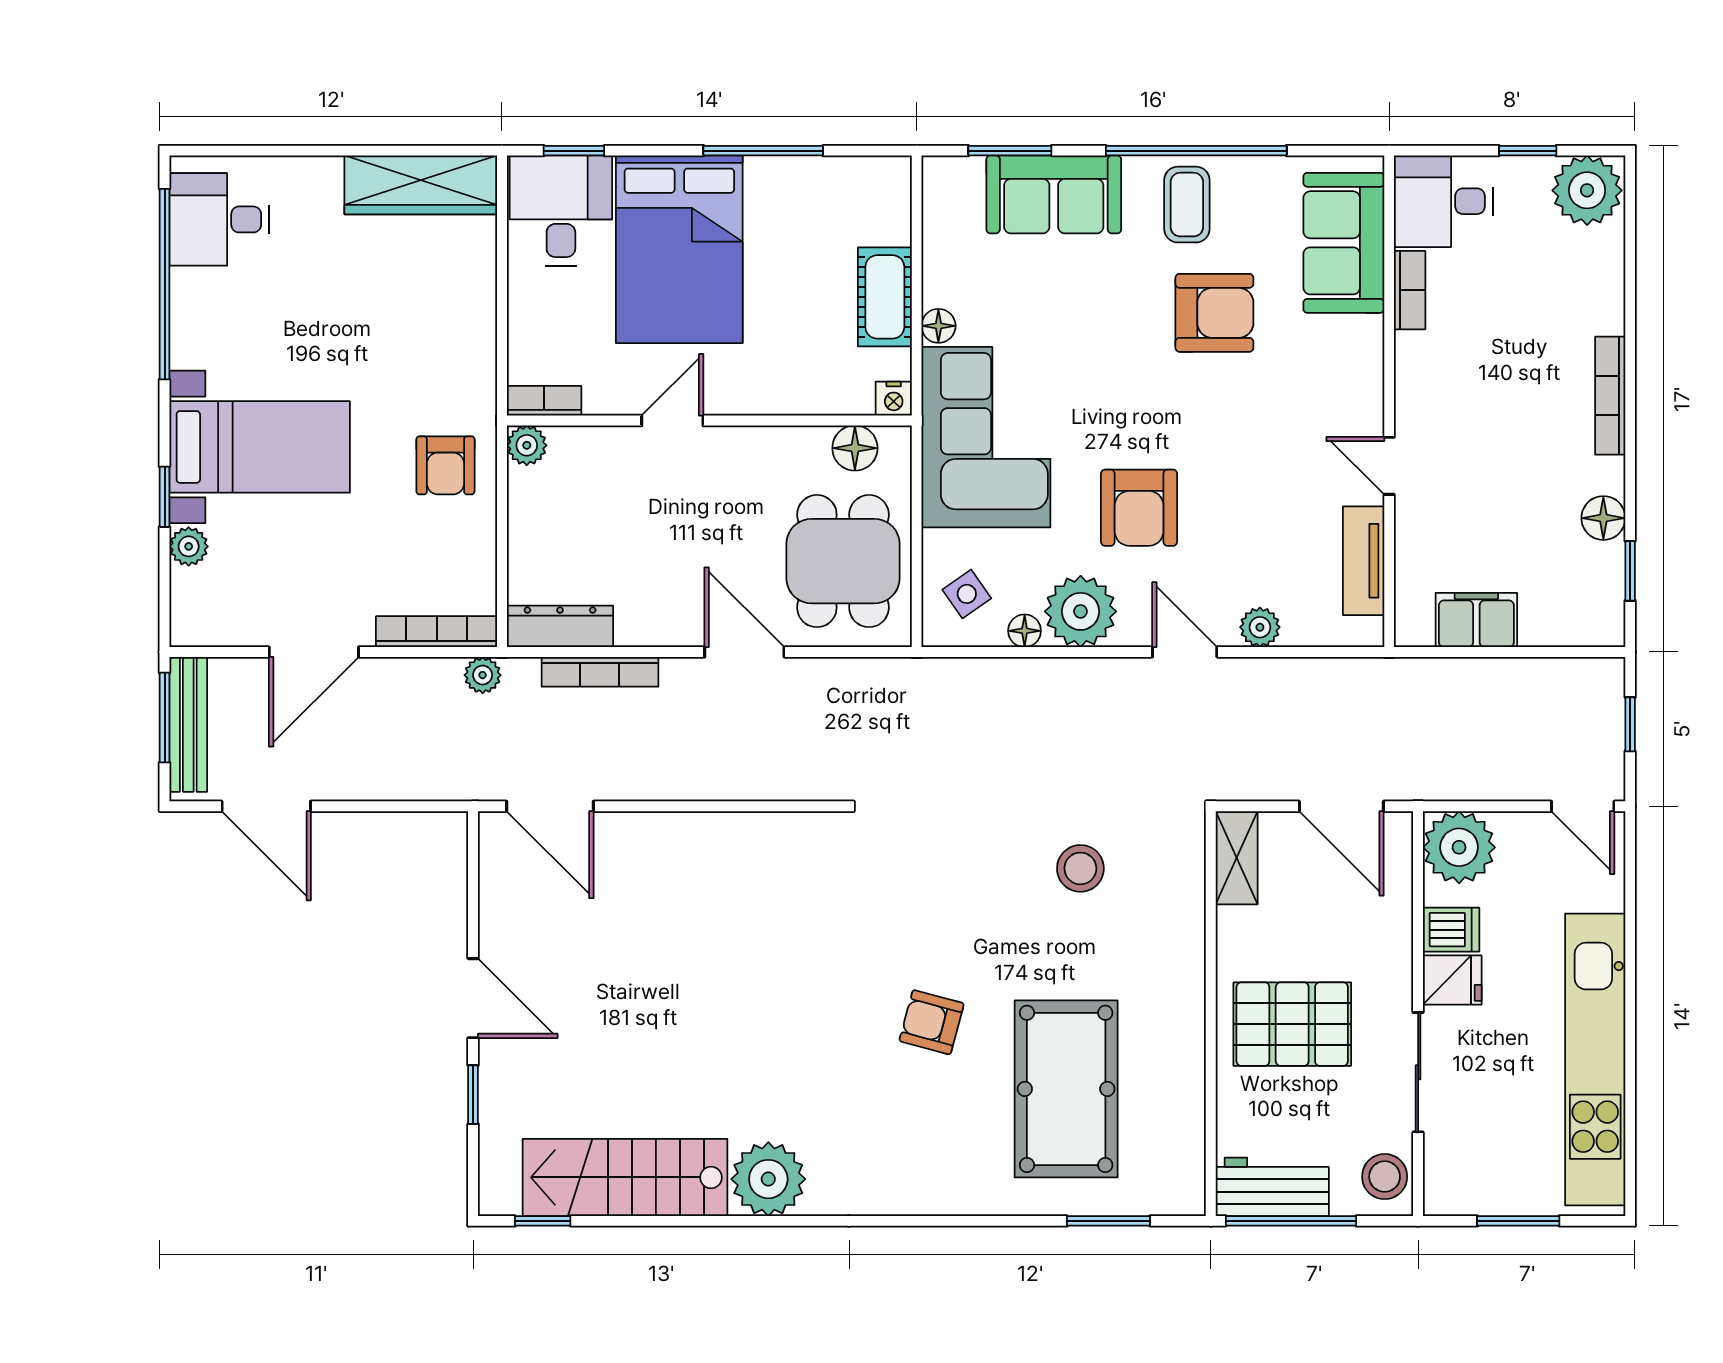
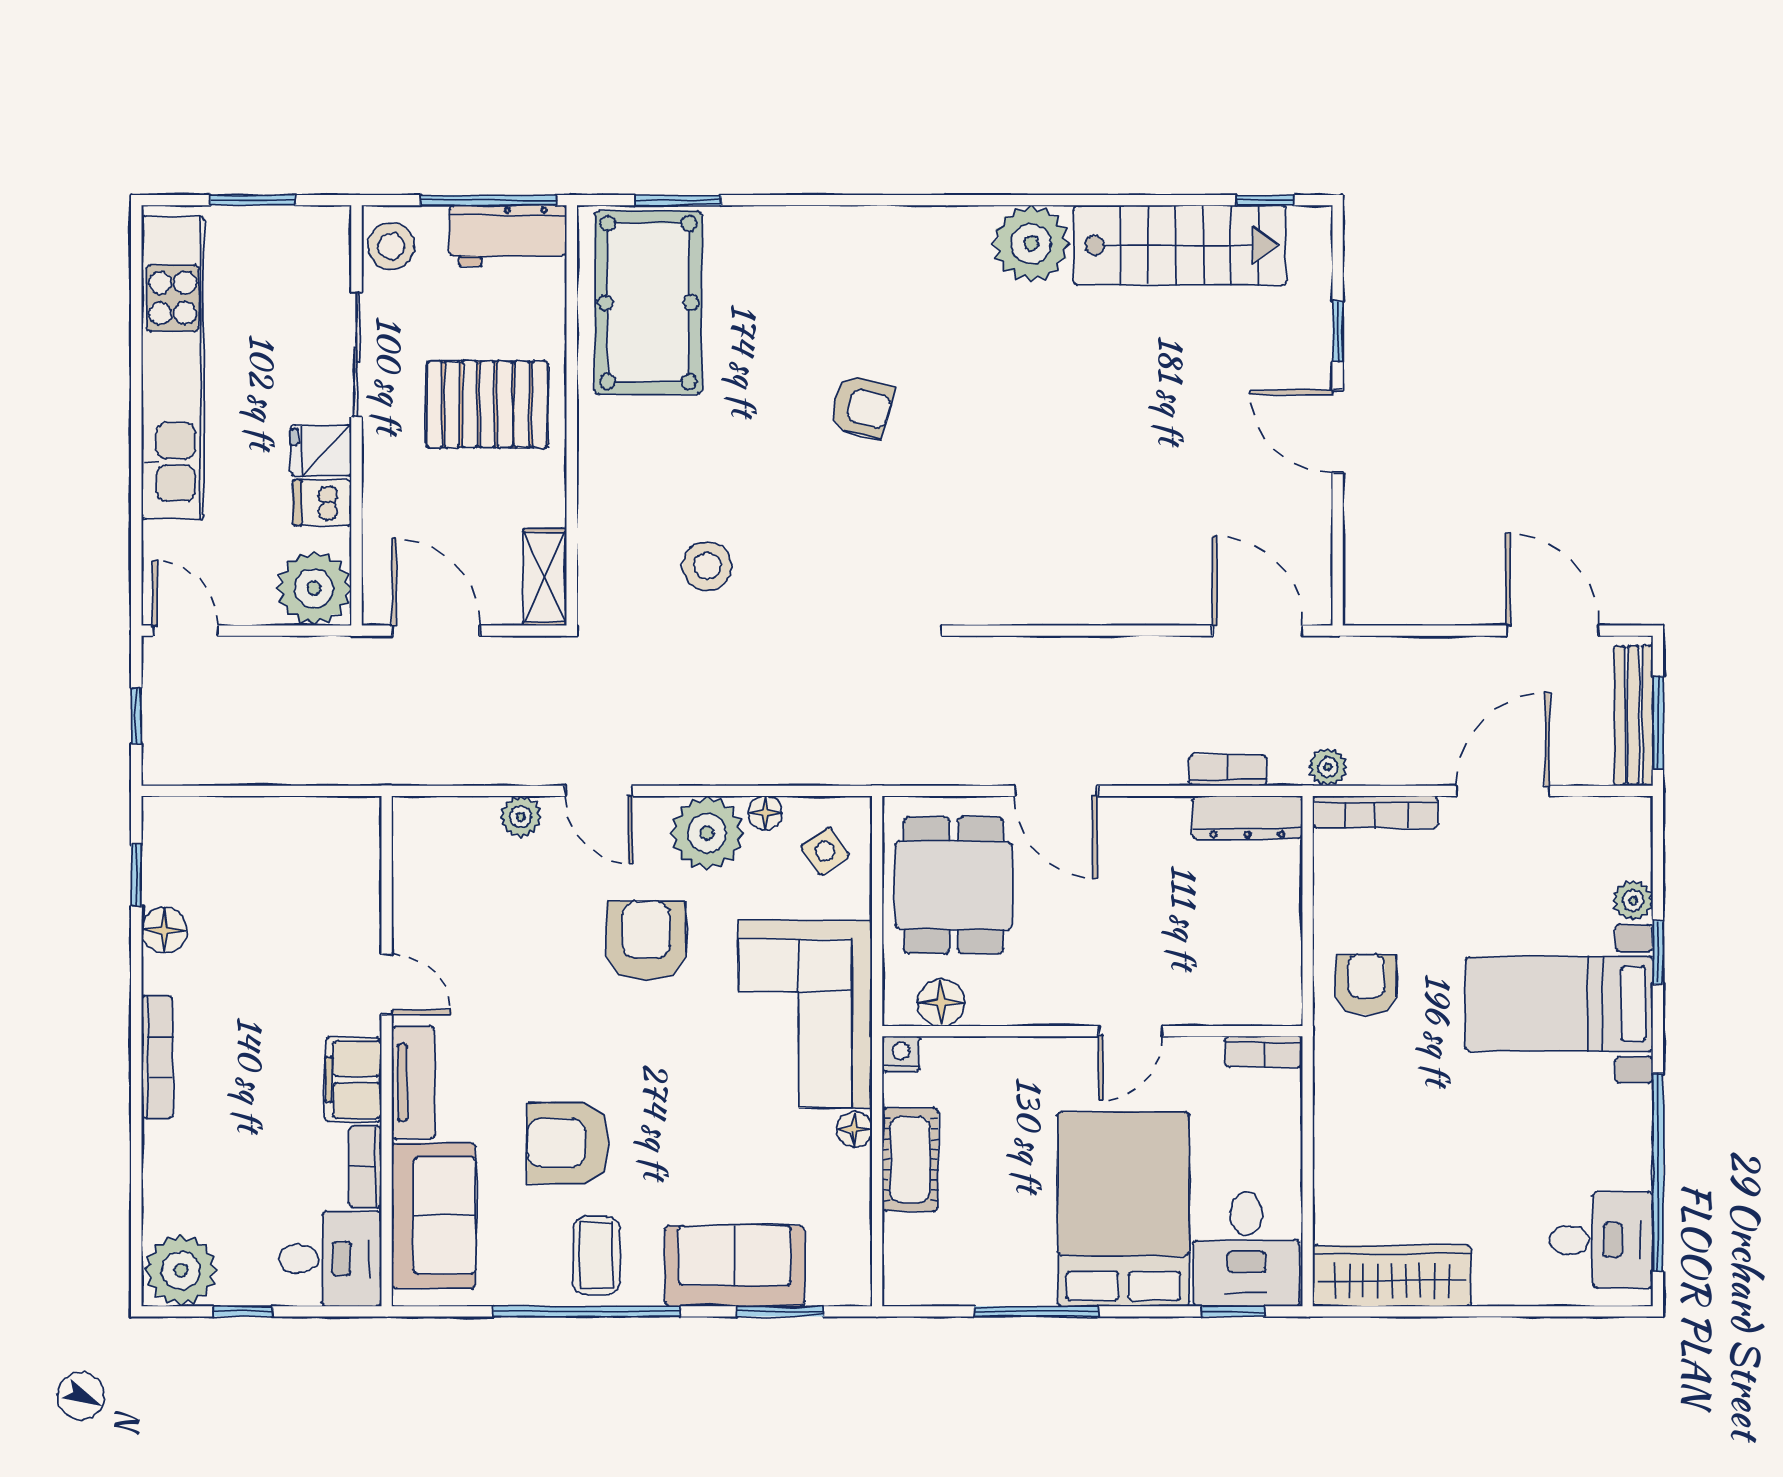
plant: (527, 445) -> (1282, 1005), removed
tv unit: (1364, 561) -> (413, 1083), moved
filing cabinet: (1476, 620) -> (353, 1080), moved, turned 90
bookcase: (600, 672) -> (1228, 770), width x0.64
pool table: (1066, 1089) -> (648, 303), moved

